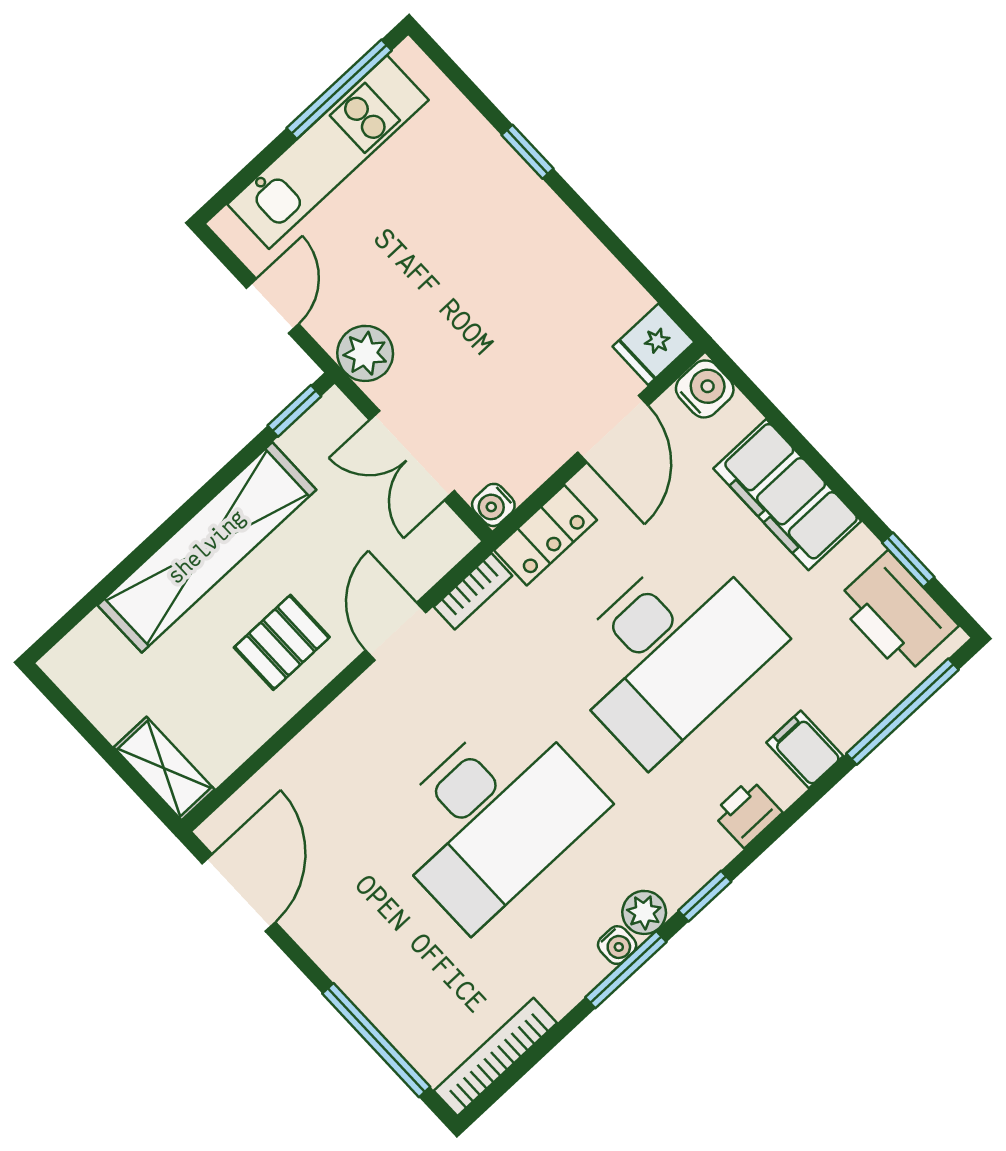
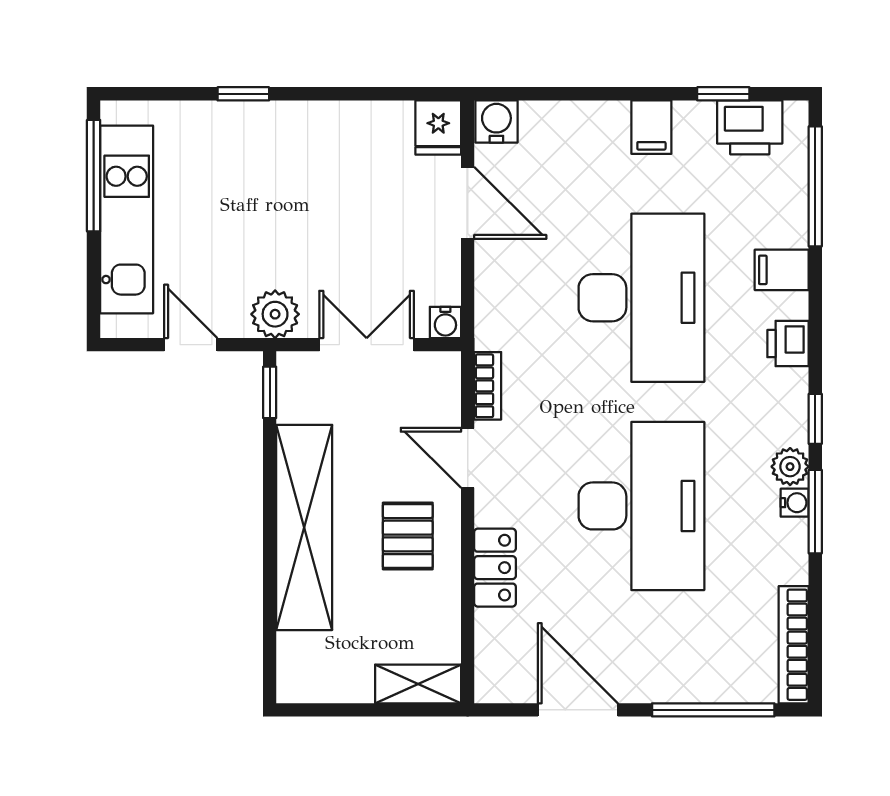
double door: (412, 455) -> (367, 345), swing flipped
filing cabinet: (787, 495) -> (651, 127), width x0.33, depth x0.86
locker: (545, 535) -> (495, 568), moved
printer: (896, 613) -> (750, 127), width x0.73, depth x0.84
door: (239, 893) -> (578, 710), moved

